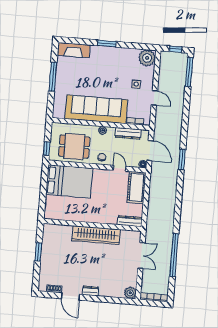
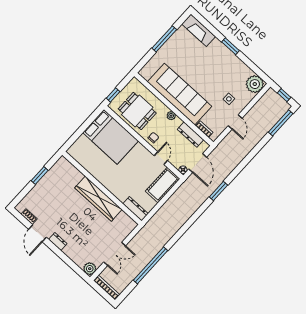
double door: (141, 256) -> (115, 254), moved

